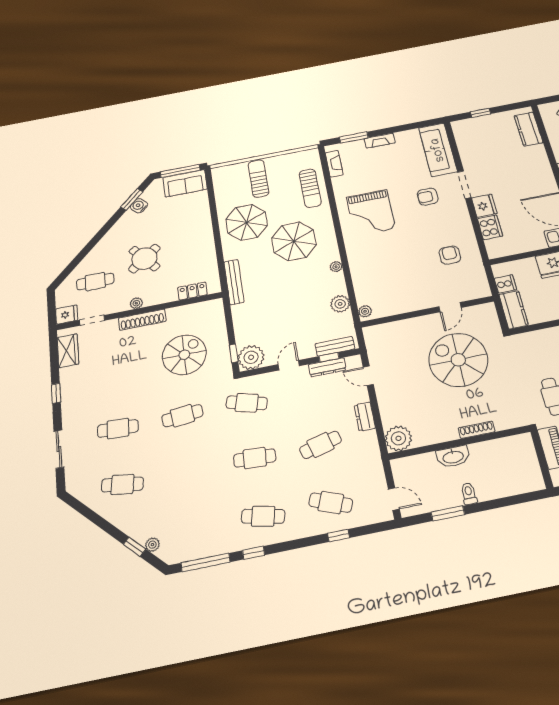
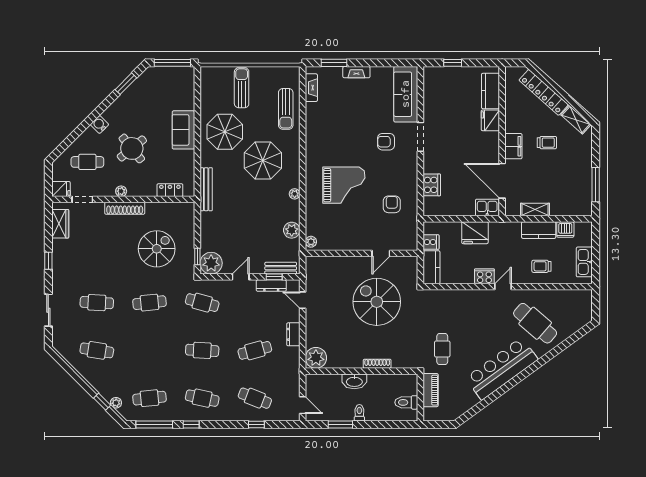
sofa: (185, 183) -> (183, 130), moved, turned 90
water cooler: (139, 206) -> (99, 124), moved
fridge: (484, 206) -> (490, 120), moved, turned 180
grand piano: (371, 213) -> (344, 185), moved, turned -90
toilet: (526, 469) -> (406, 402), added
cafe table: (195, 530) -> (149, 398), added

